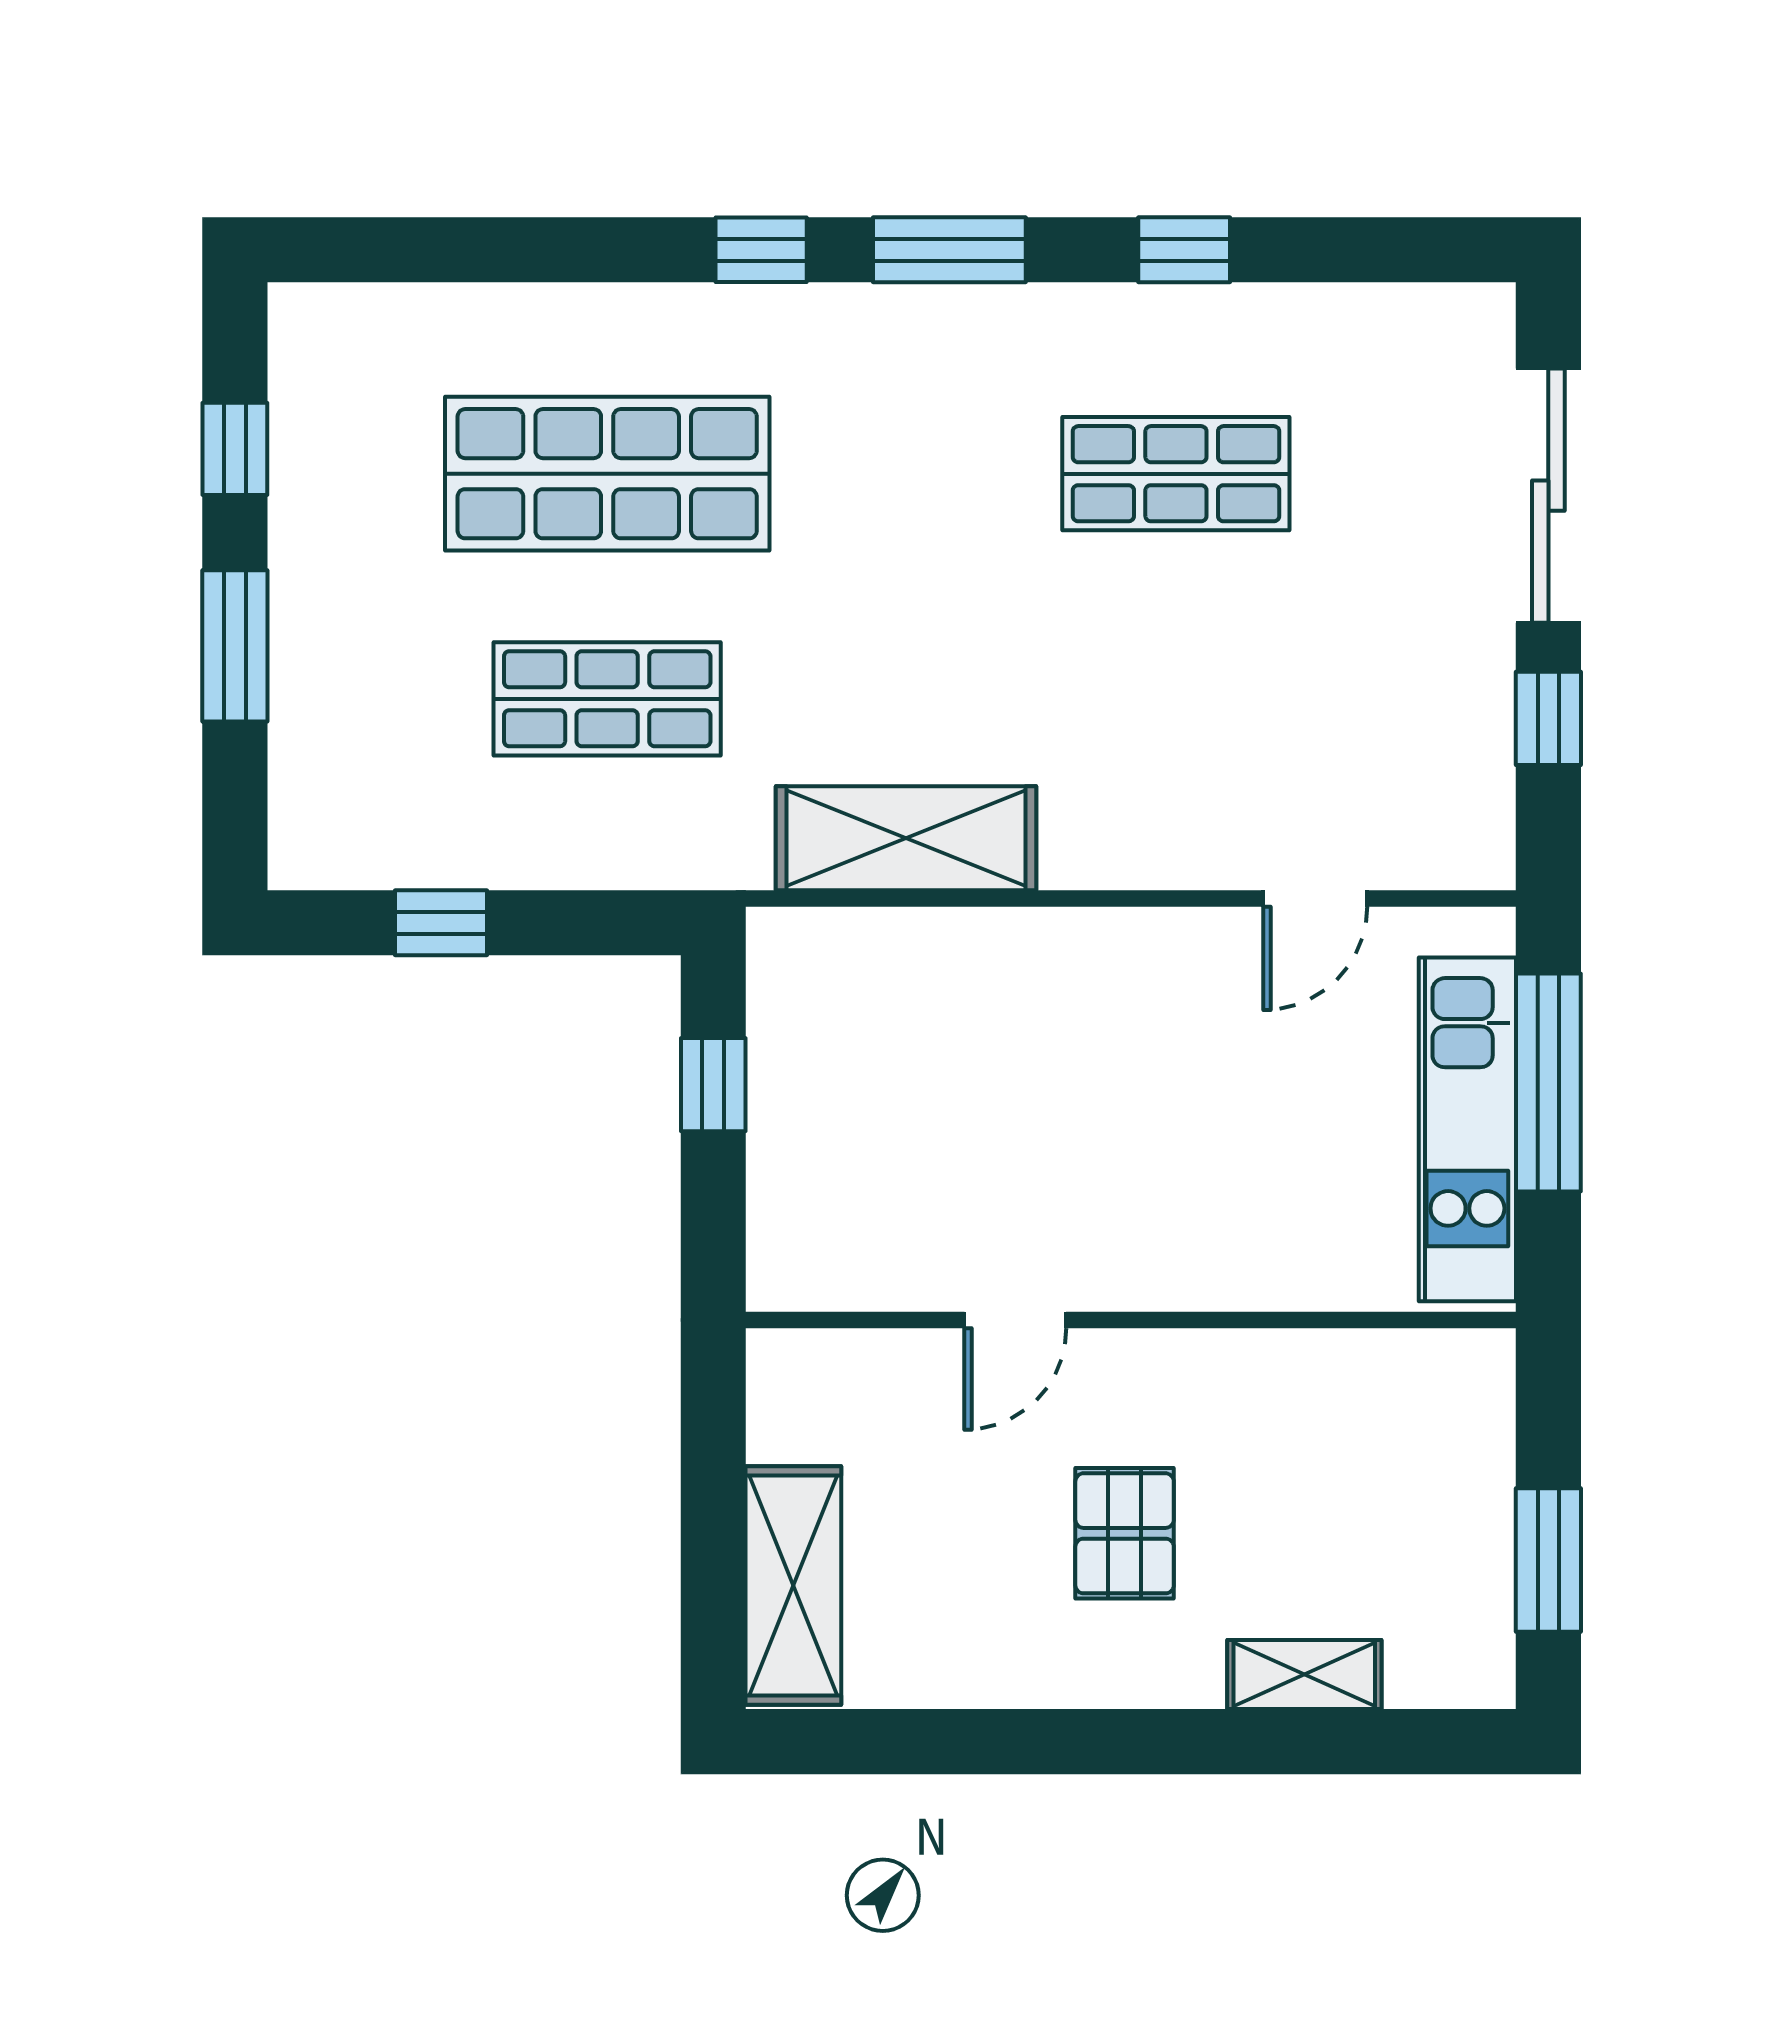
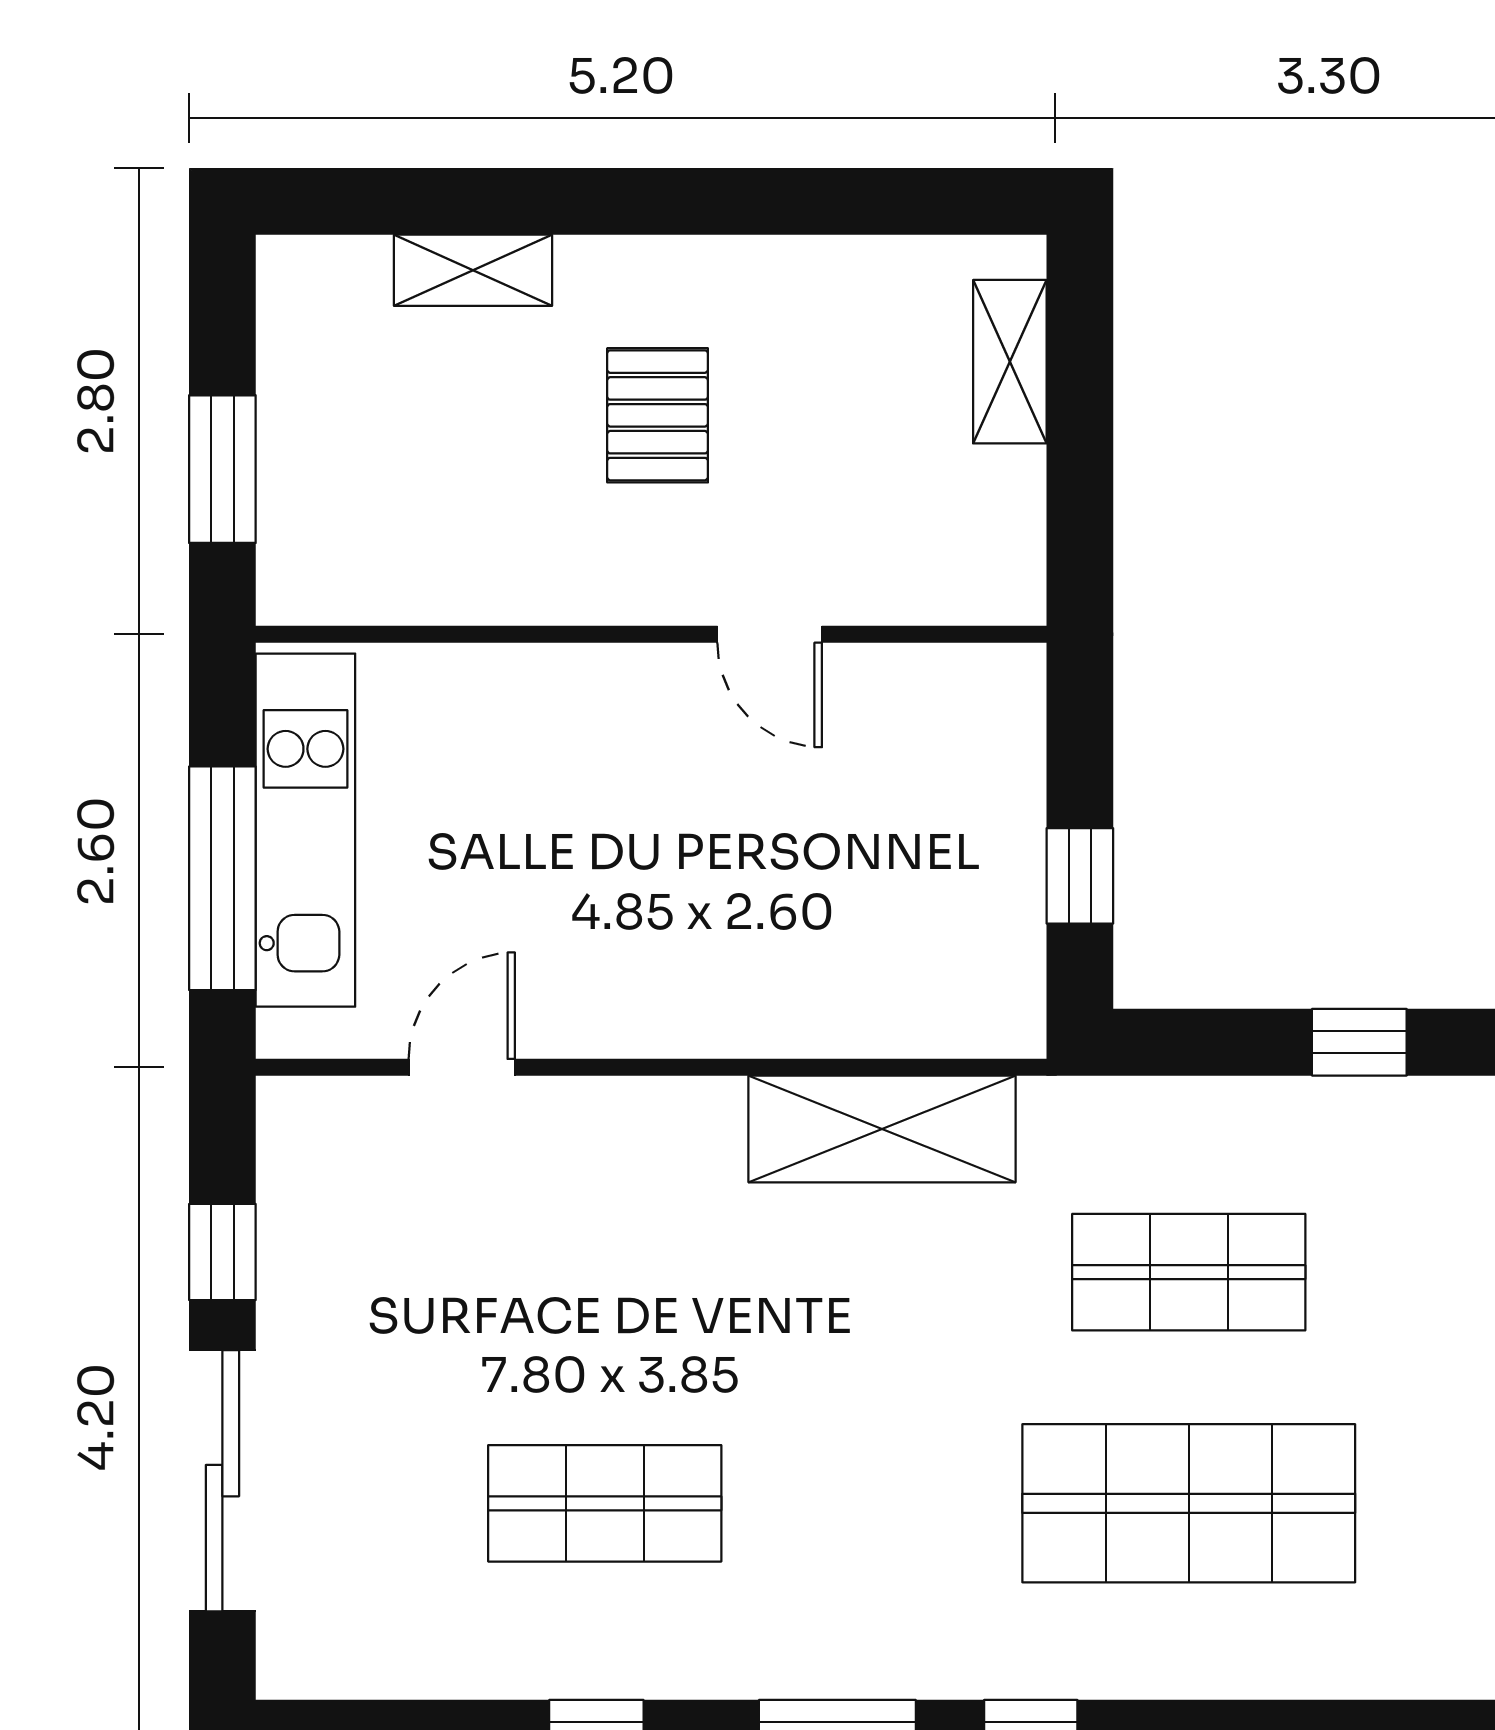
door: (1015, 1320) -> (770, 634), swing flipped
window: (1548, 1560) -> (222, 469), moved
shelving: (793, 1586) -> (1010, 362), width x0.67, depth x0.75

